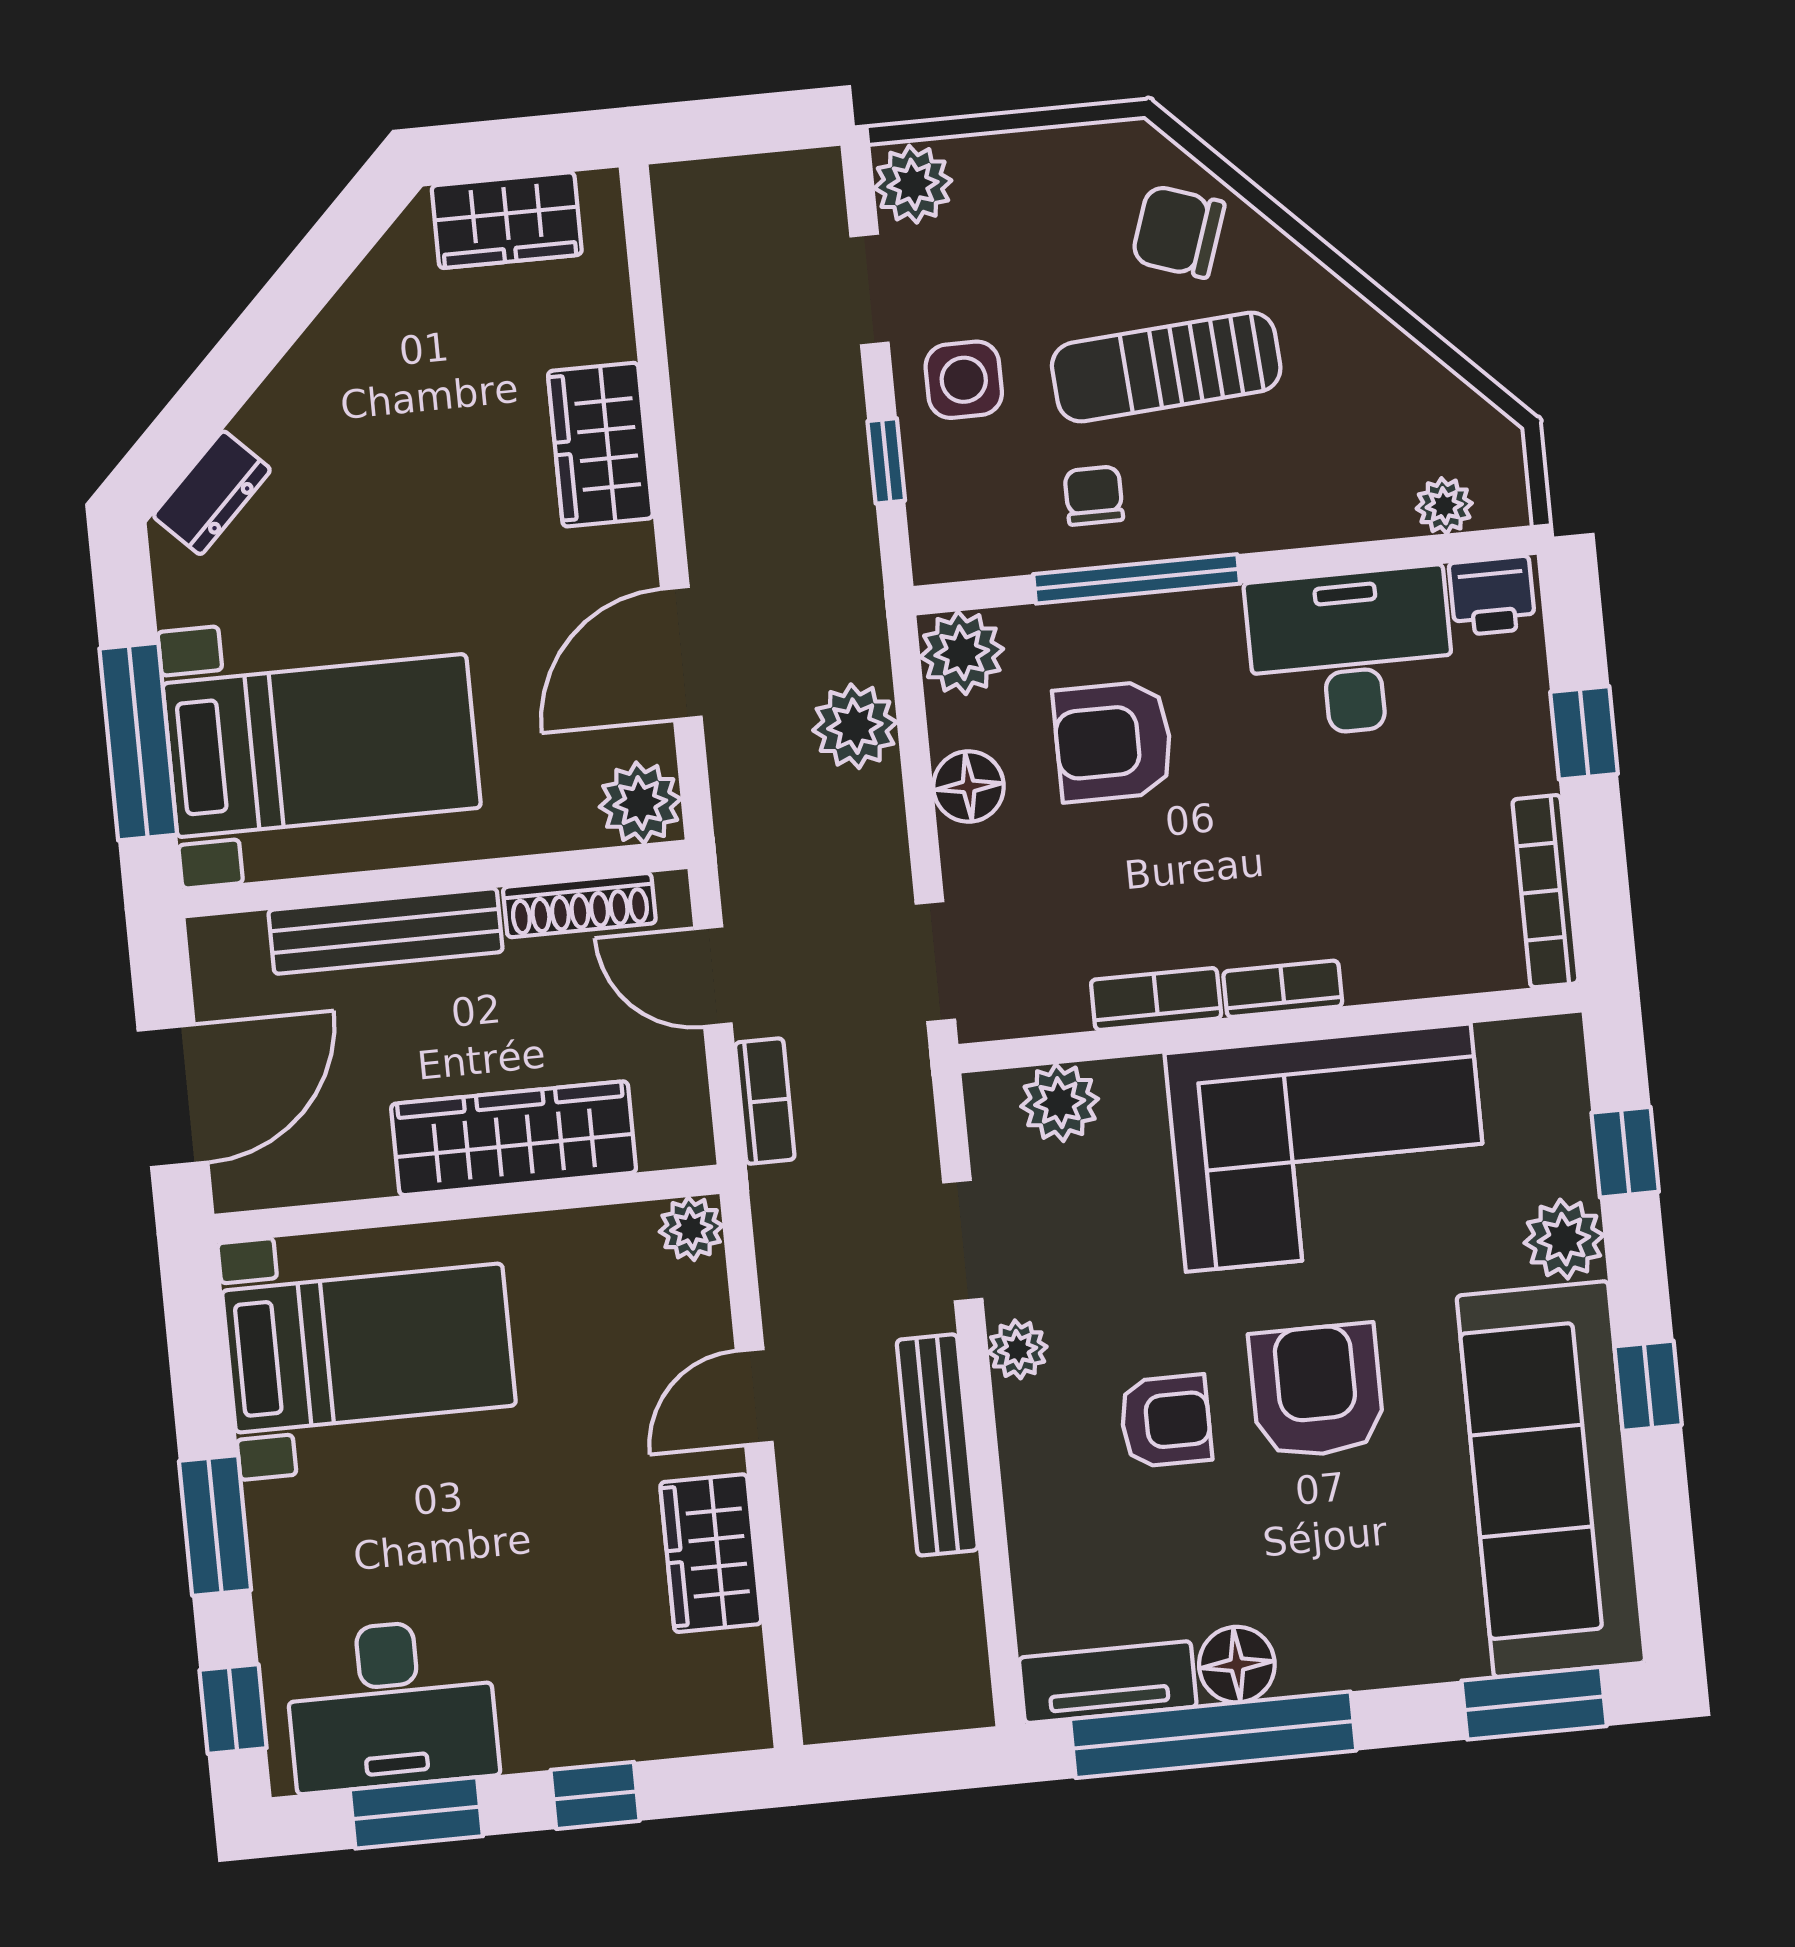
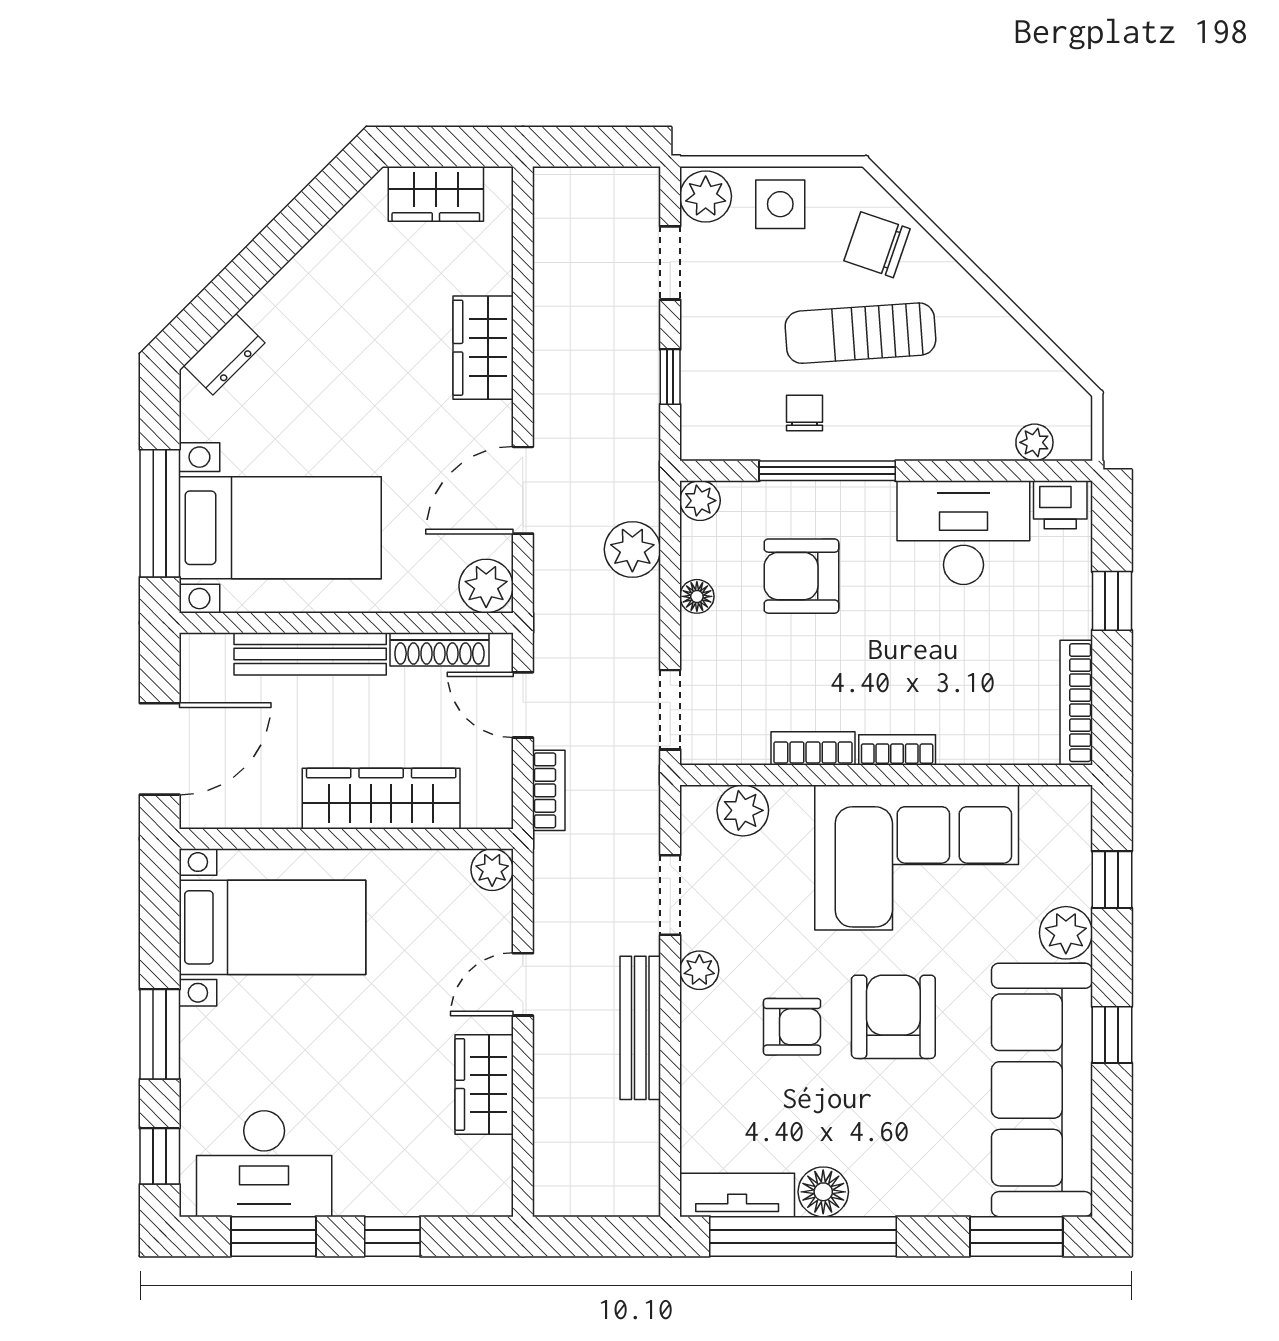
side table: (964, 380) -> (780, 204), moved
plant: (962, 653) -> (700, 501), width x0.73, depth x0.73
floor lamp: (969, 786) -> (697, 596), width x0.73, depth x0.73

